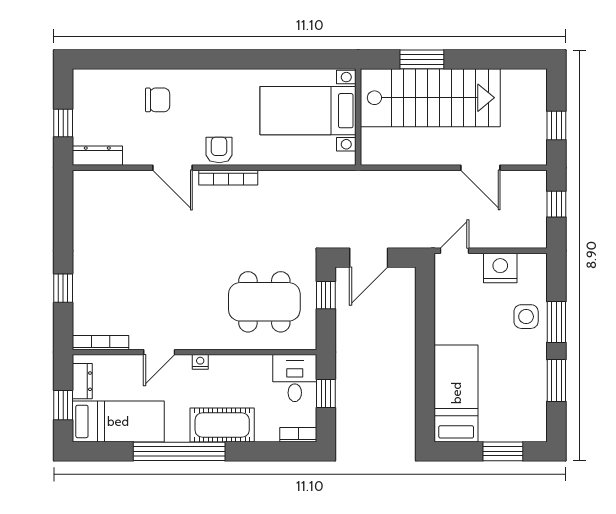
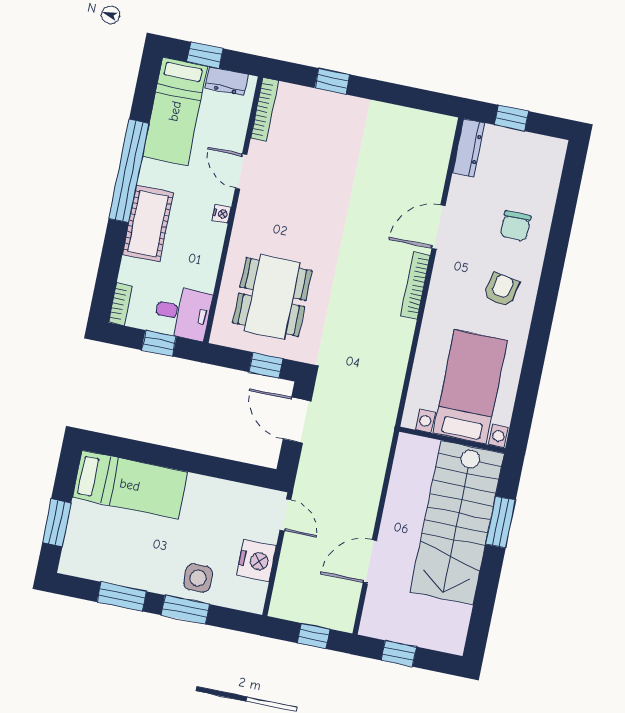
armchair: (219, 150) -> (501, 290), moved, turned -79

